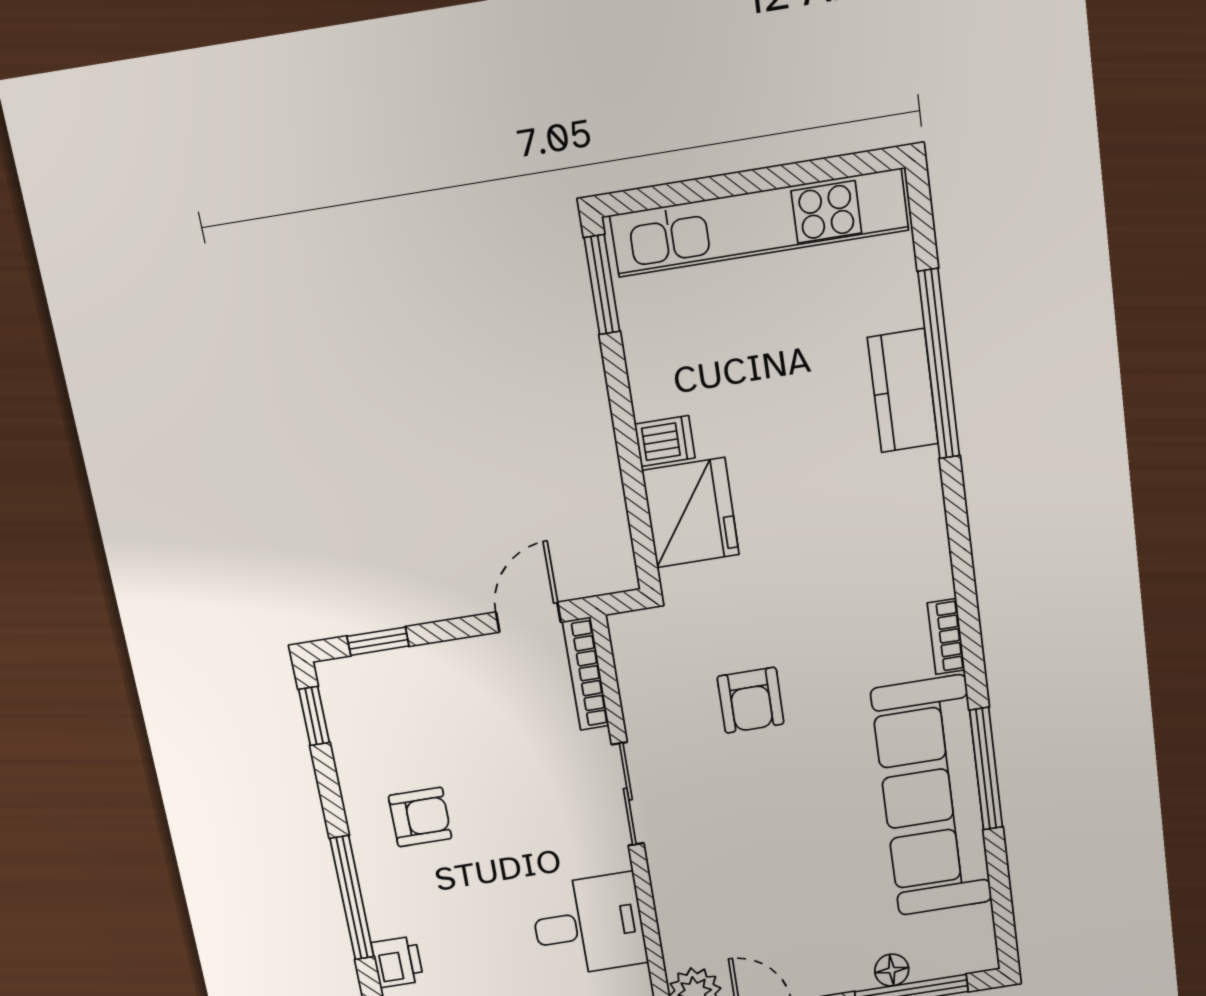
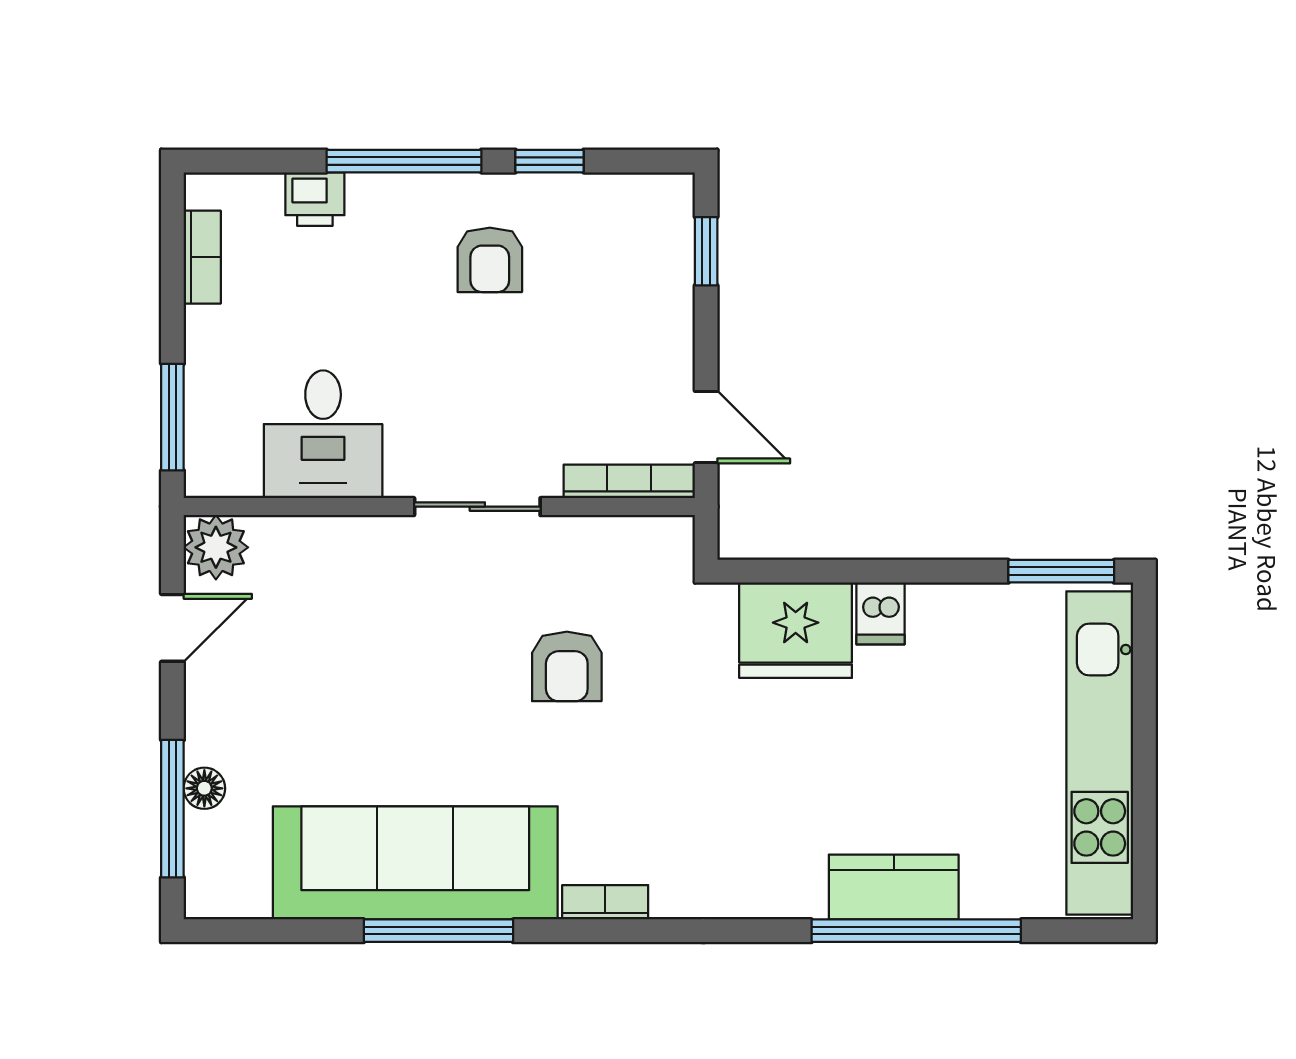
armchair: (751, 700) -> (567, 666), turned -90
window: (314, 716) -> (549, 161), moved

